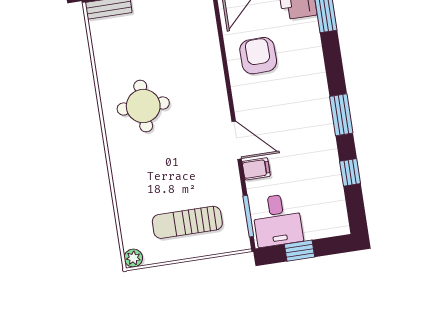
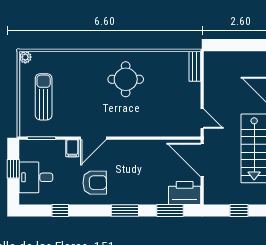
armchair: (258, 56) -> (95, 183), moved
window: (341, 115) -> (125, 210), moved
desk: (277, 220) -> (36, 177), moved

